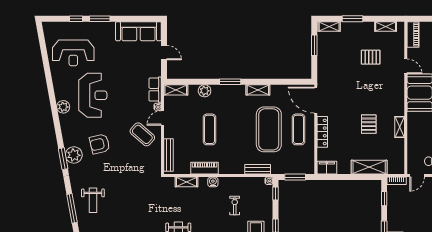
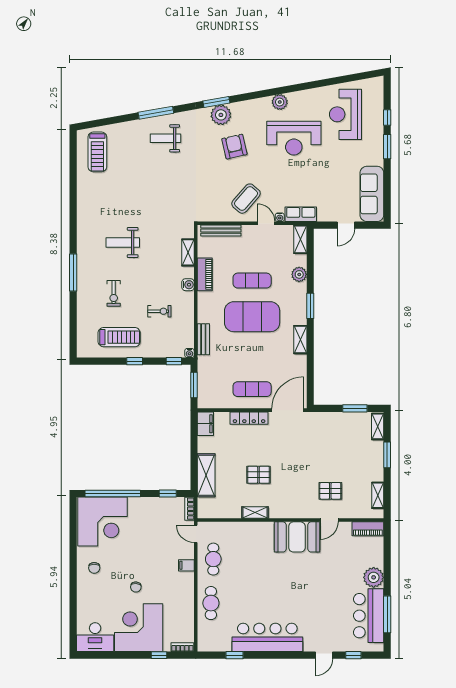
pallet: (371, 57) -> (330, 491), moved, turned 90
exercise mat: (269, 129) -> (252, 317), moved

